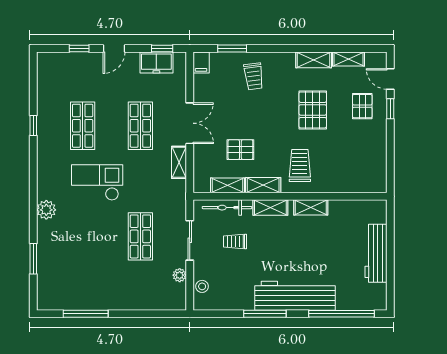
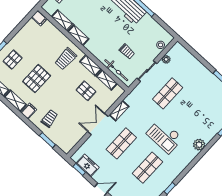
filing cabinet: (201, 63) -> (29, 111), moved
filing cabinet: (376, 185) -> (39, 18), added
shelving: (270, 208) -> (62, 20), moved

